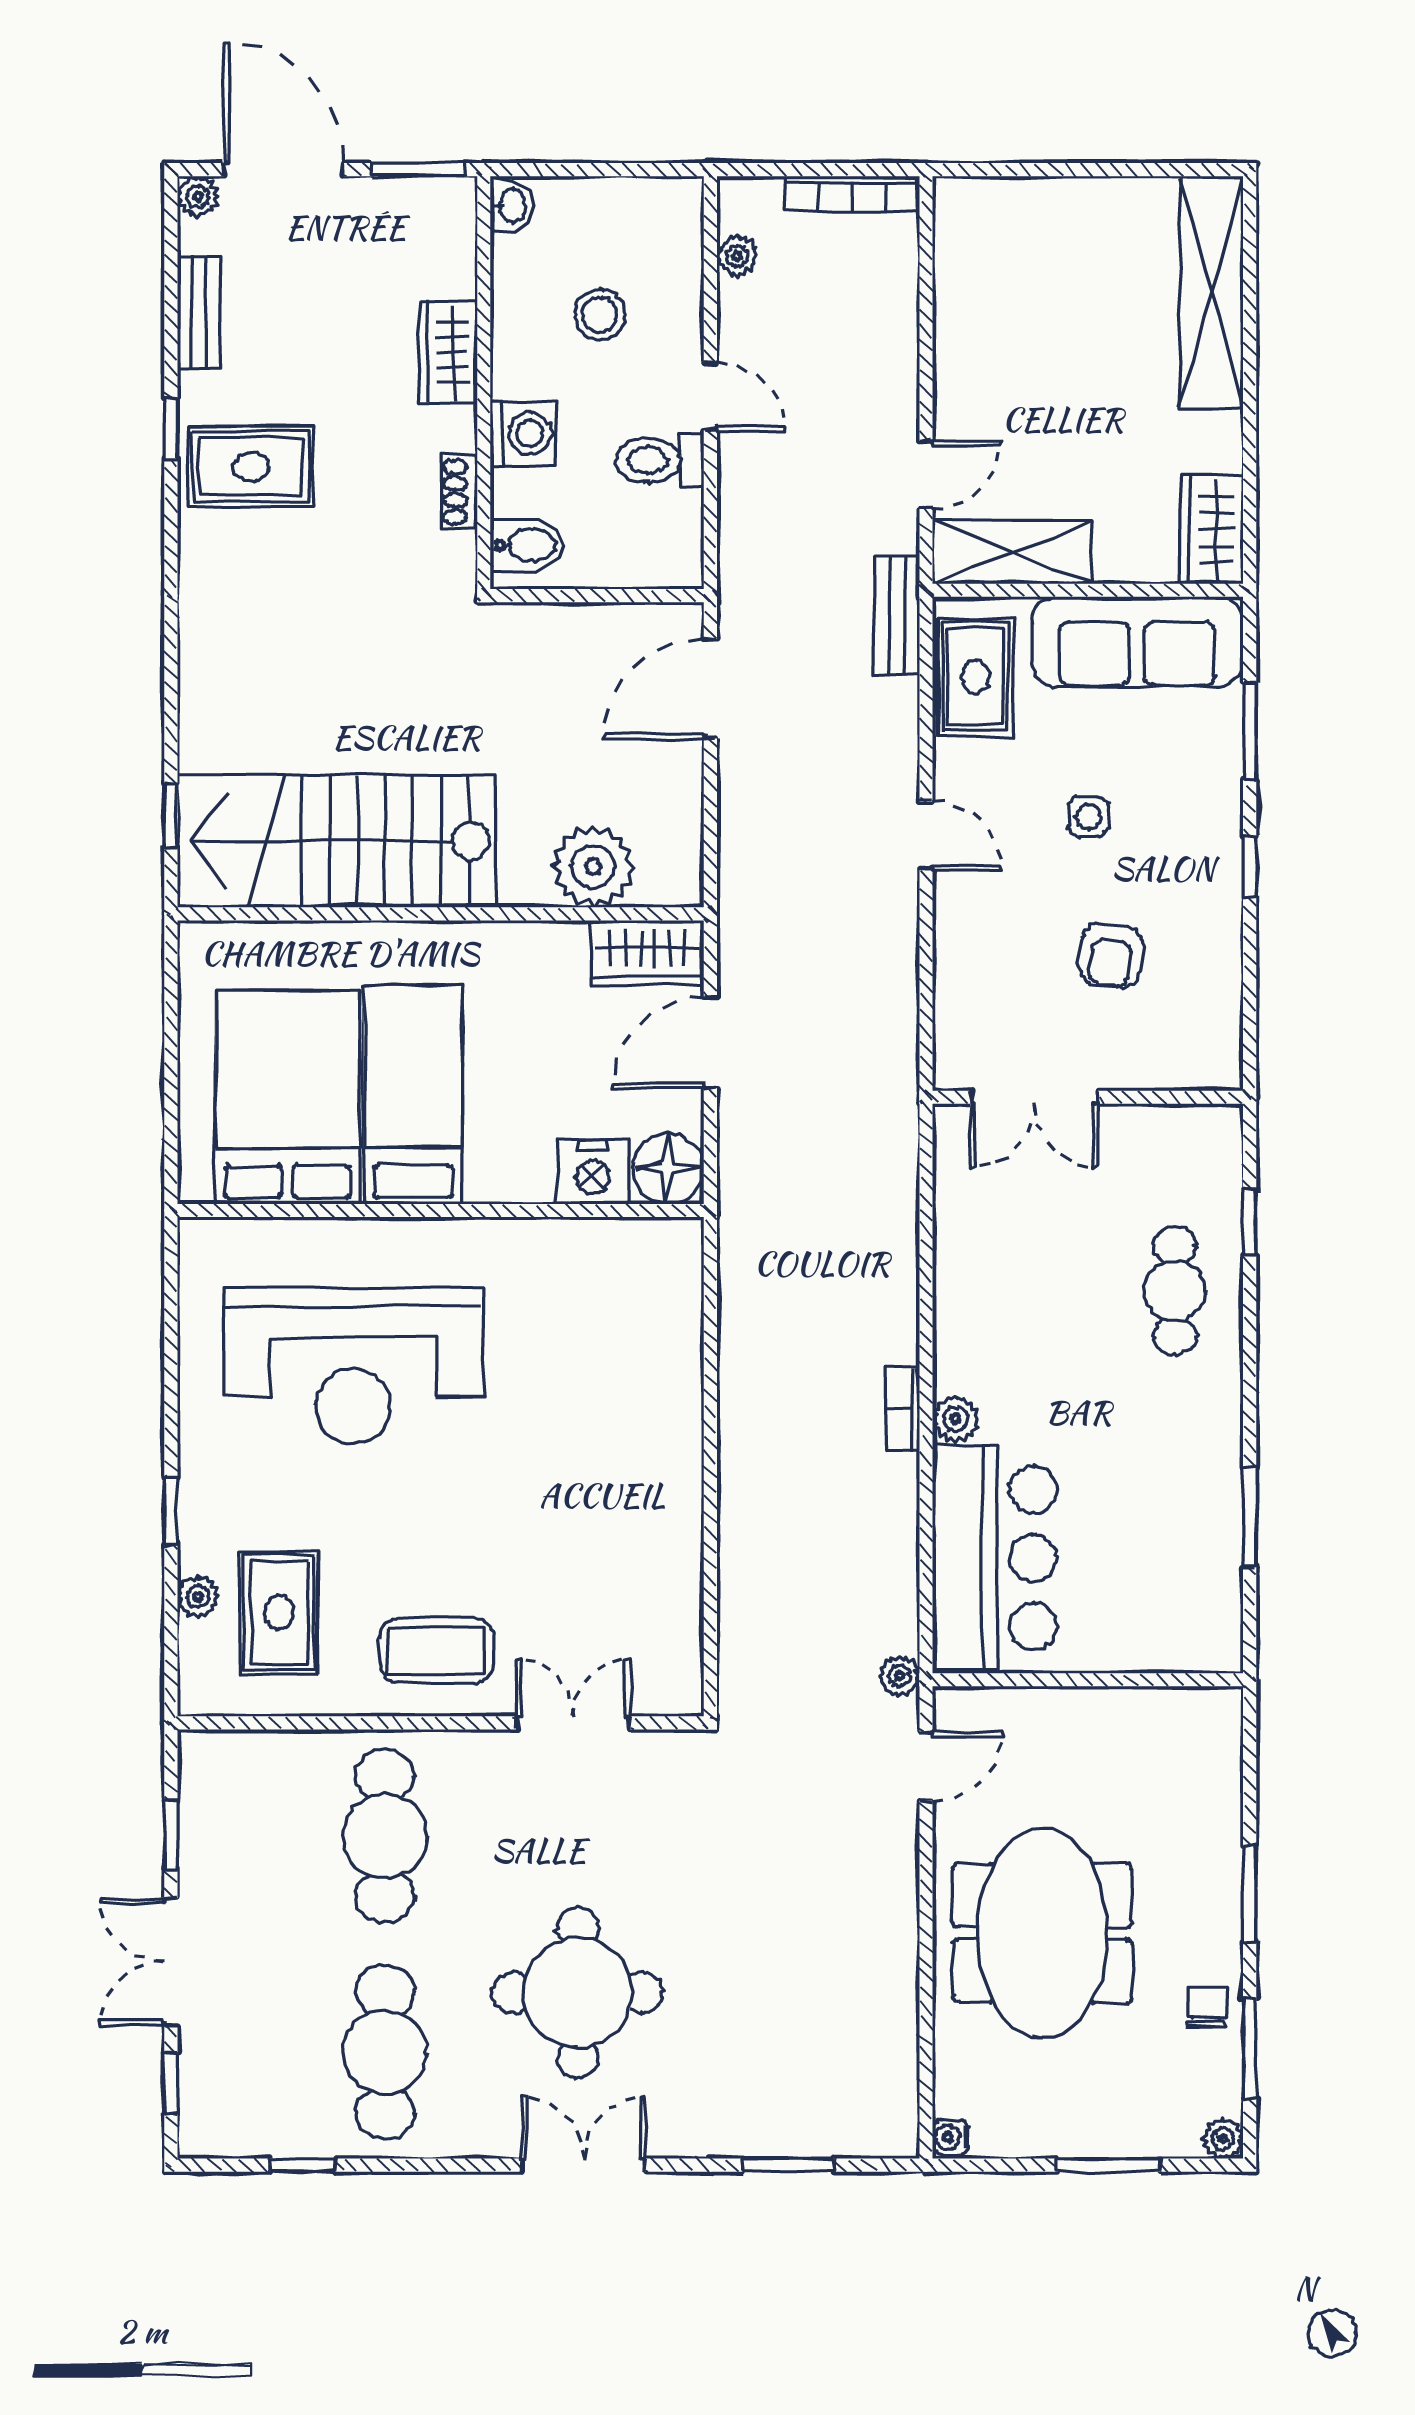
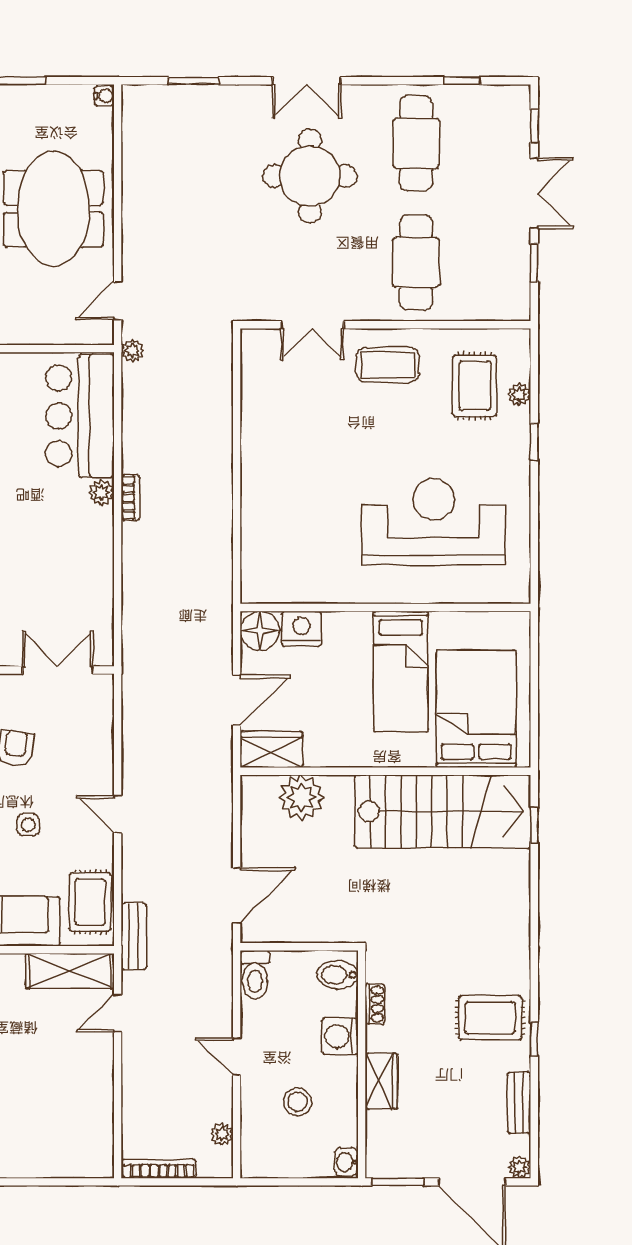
toilet: (660, 460) -> (255, 975), moved, turned 90
bed: (288, 1097) -> (476, 709), moved, turned 180

